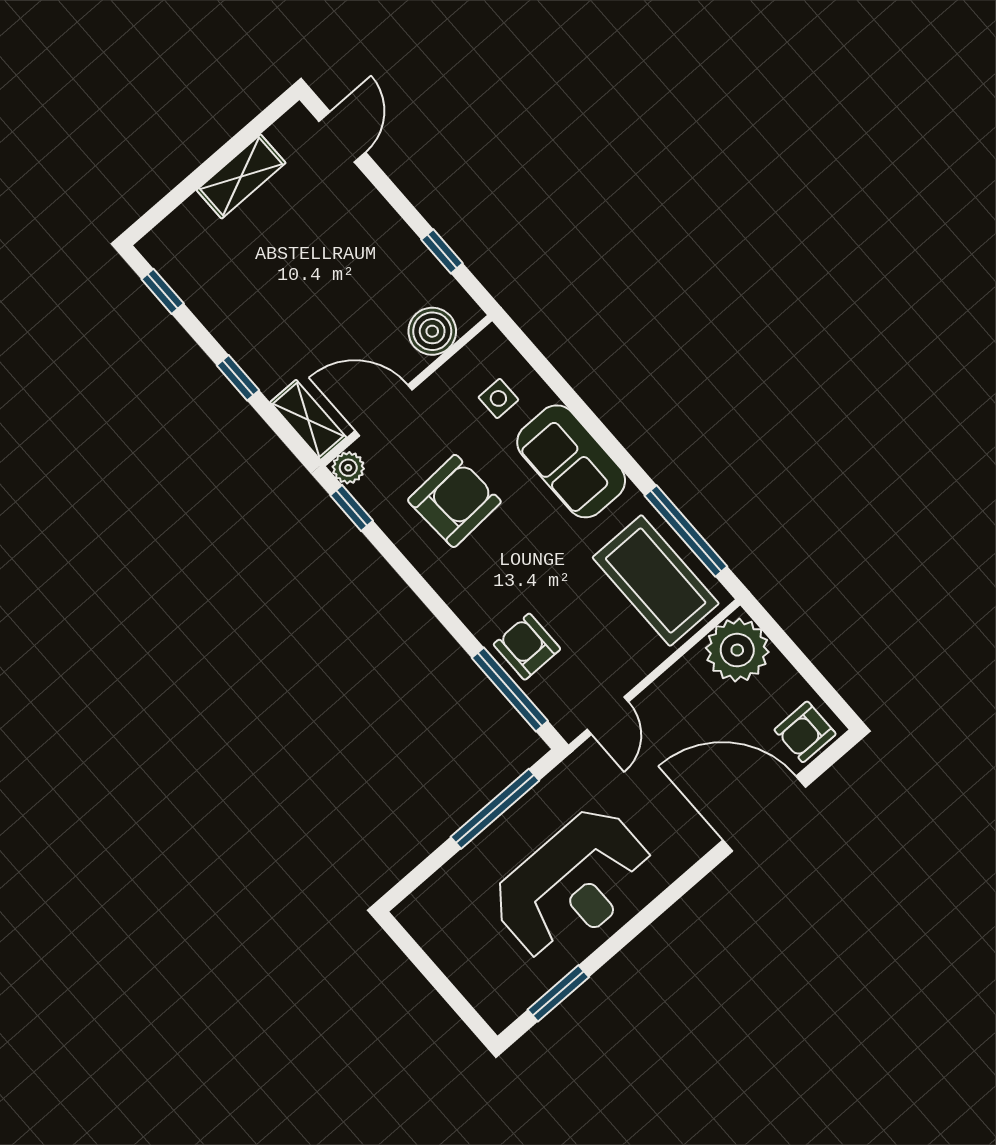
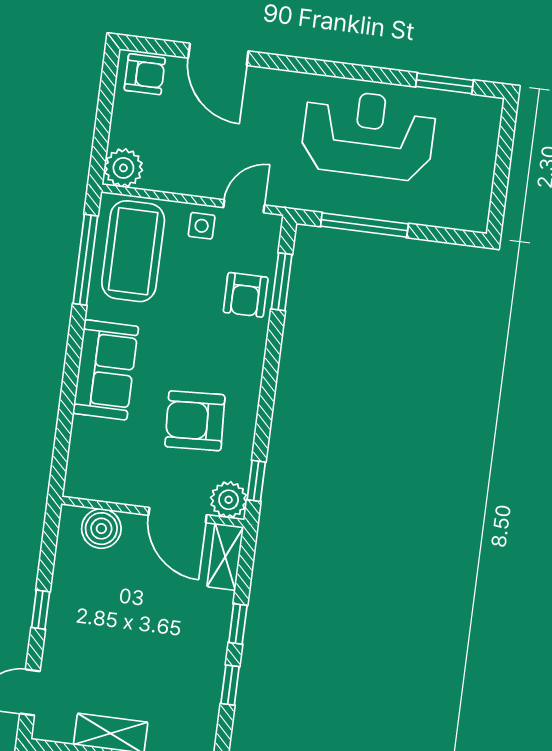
window: (442, 251) -> (41, 610), moved
window: (163, 291) -> (230, 685), moved
side table: (498, 398) -> (202, 226), moved
plant: (348, 468) -> (229, 500), width x1.38, depth x1.38
plant: (737, 650) -> (123, 168), width x0.73, depth x0.73
window: (510, 689) -> (282, 282), width x0.69
door: (764, 814) -> (218, 54), width x0.73

